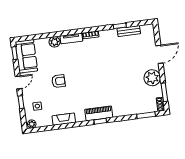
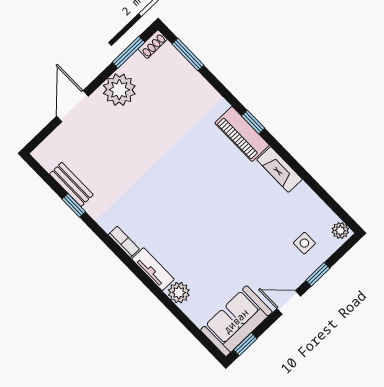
door: (159, 54) -> (73, 106), hinge flipped
armchair: (59, 81) -> (238, 239), removed
fireplace: (64, 119) -> (280, 169), moved

